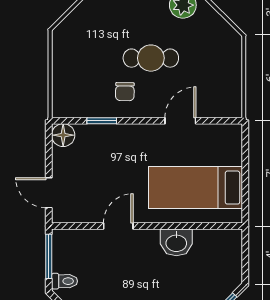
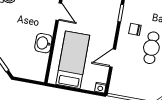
door: (180, 121) -> (113, 58), swing flipped
nightstand: (234, 132) -> (100, 88), added

